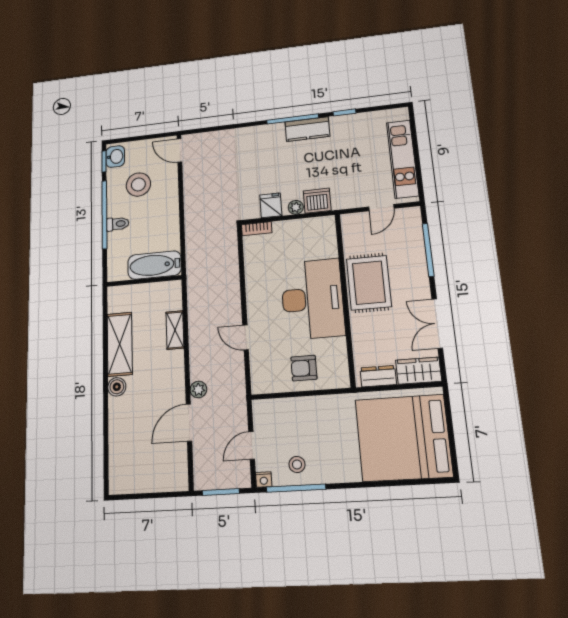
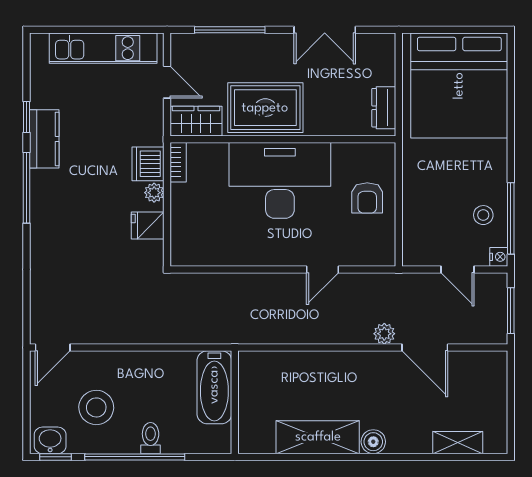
kitchen counter: (307, 129) -> (44, 139), moved
bookcase: (257, 229) -> (178, 162), moved
shelving: (175, 330) -> (458, 443), moved
wardrobe: (419, 371) -> (196, 121), moved, turned 90

